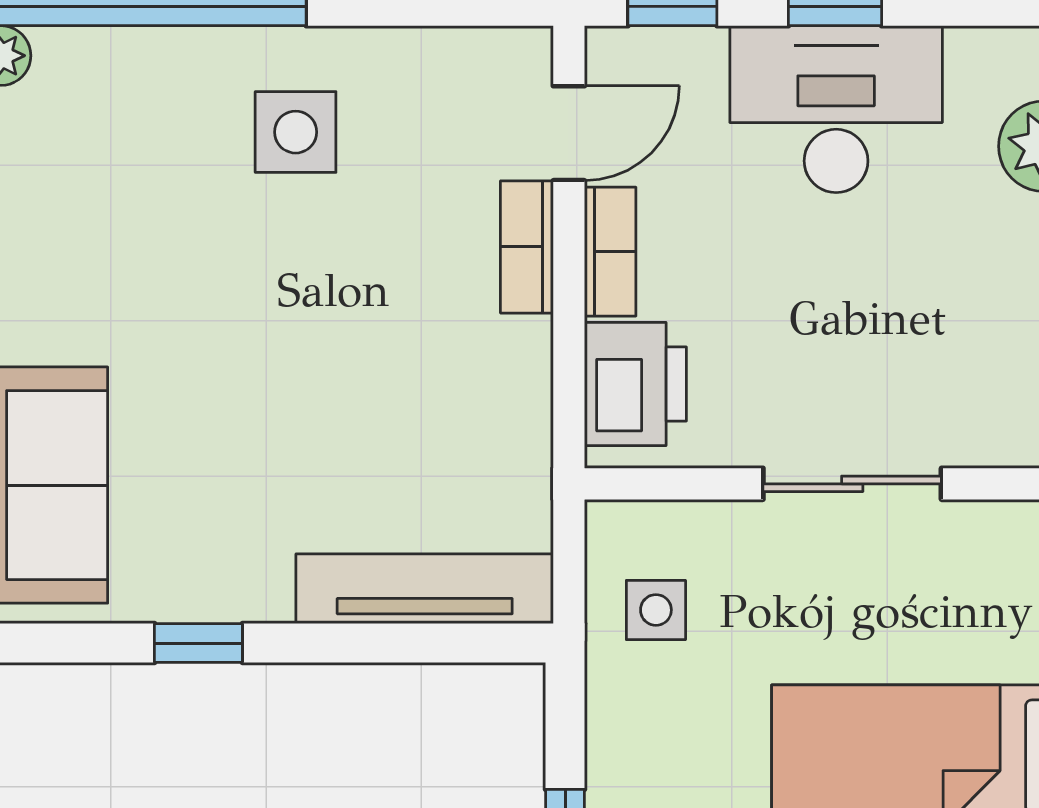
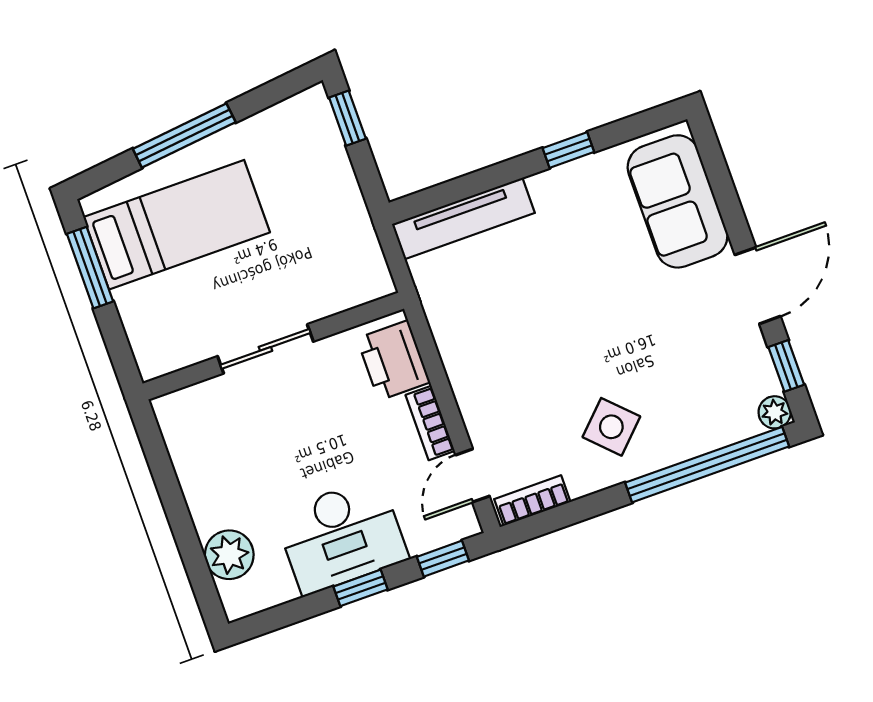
side table: (296, 132) -> (611, 427), turned 45
bookcase: (527, 247) -> (532, 501), moved, turned -90
side table: (656, 610) -> (342, 249), removed

